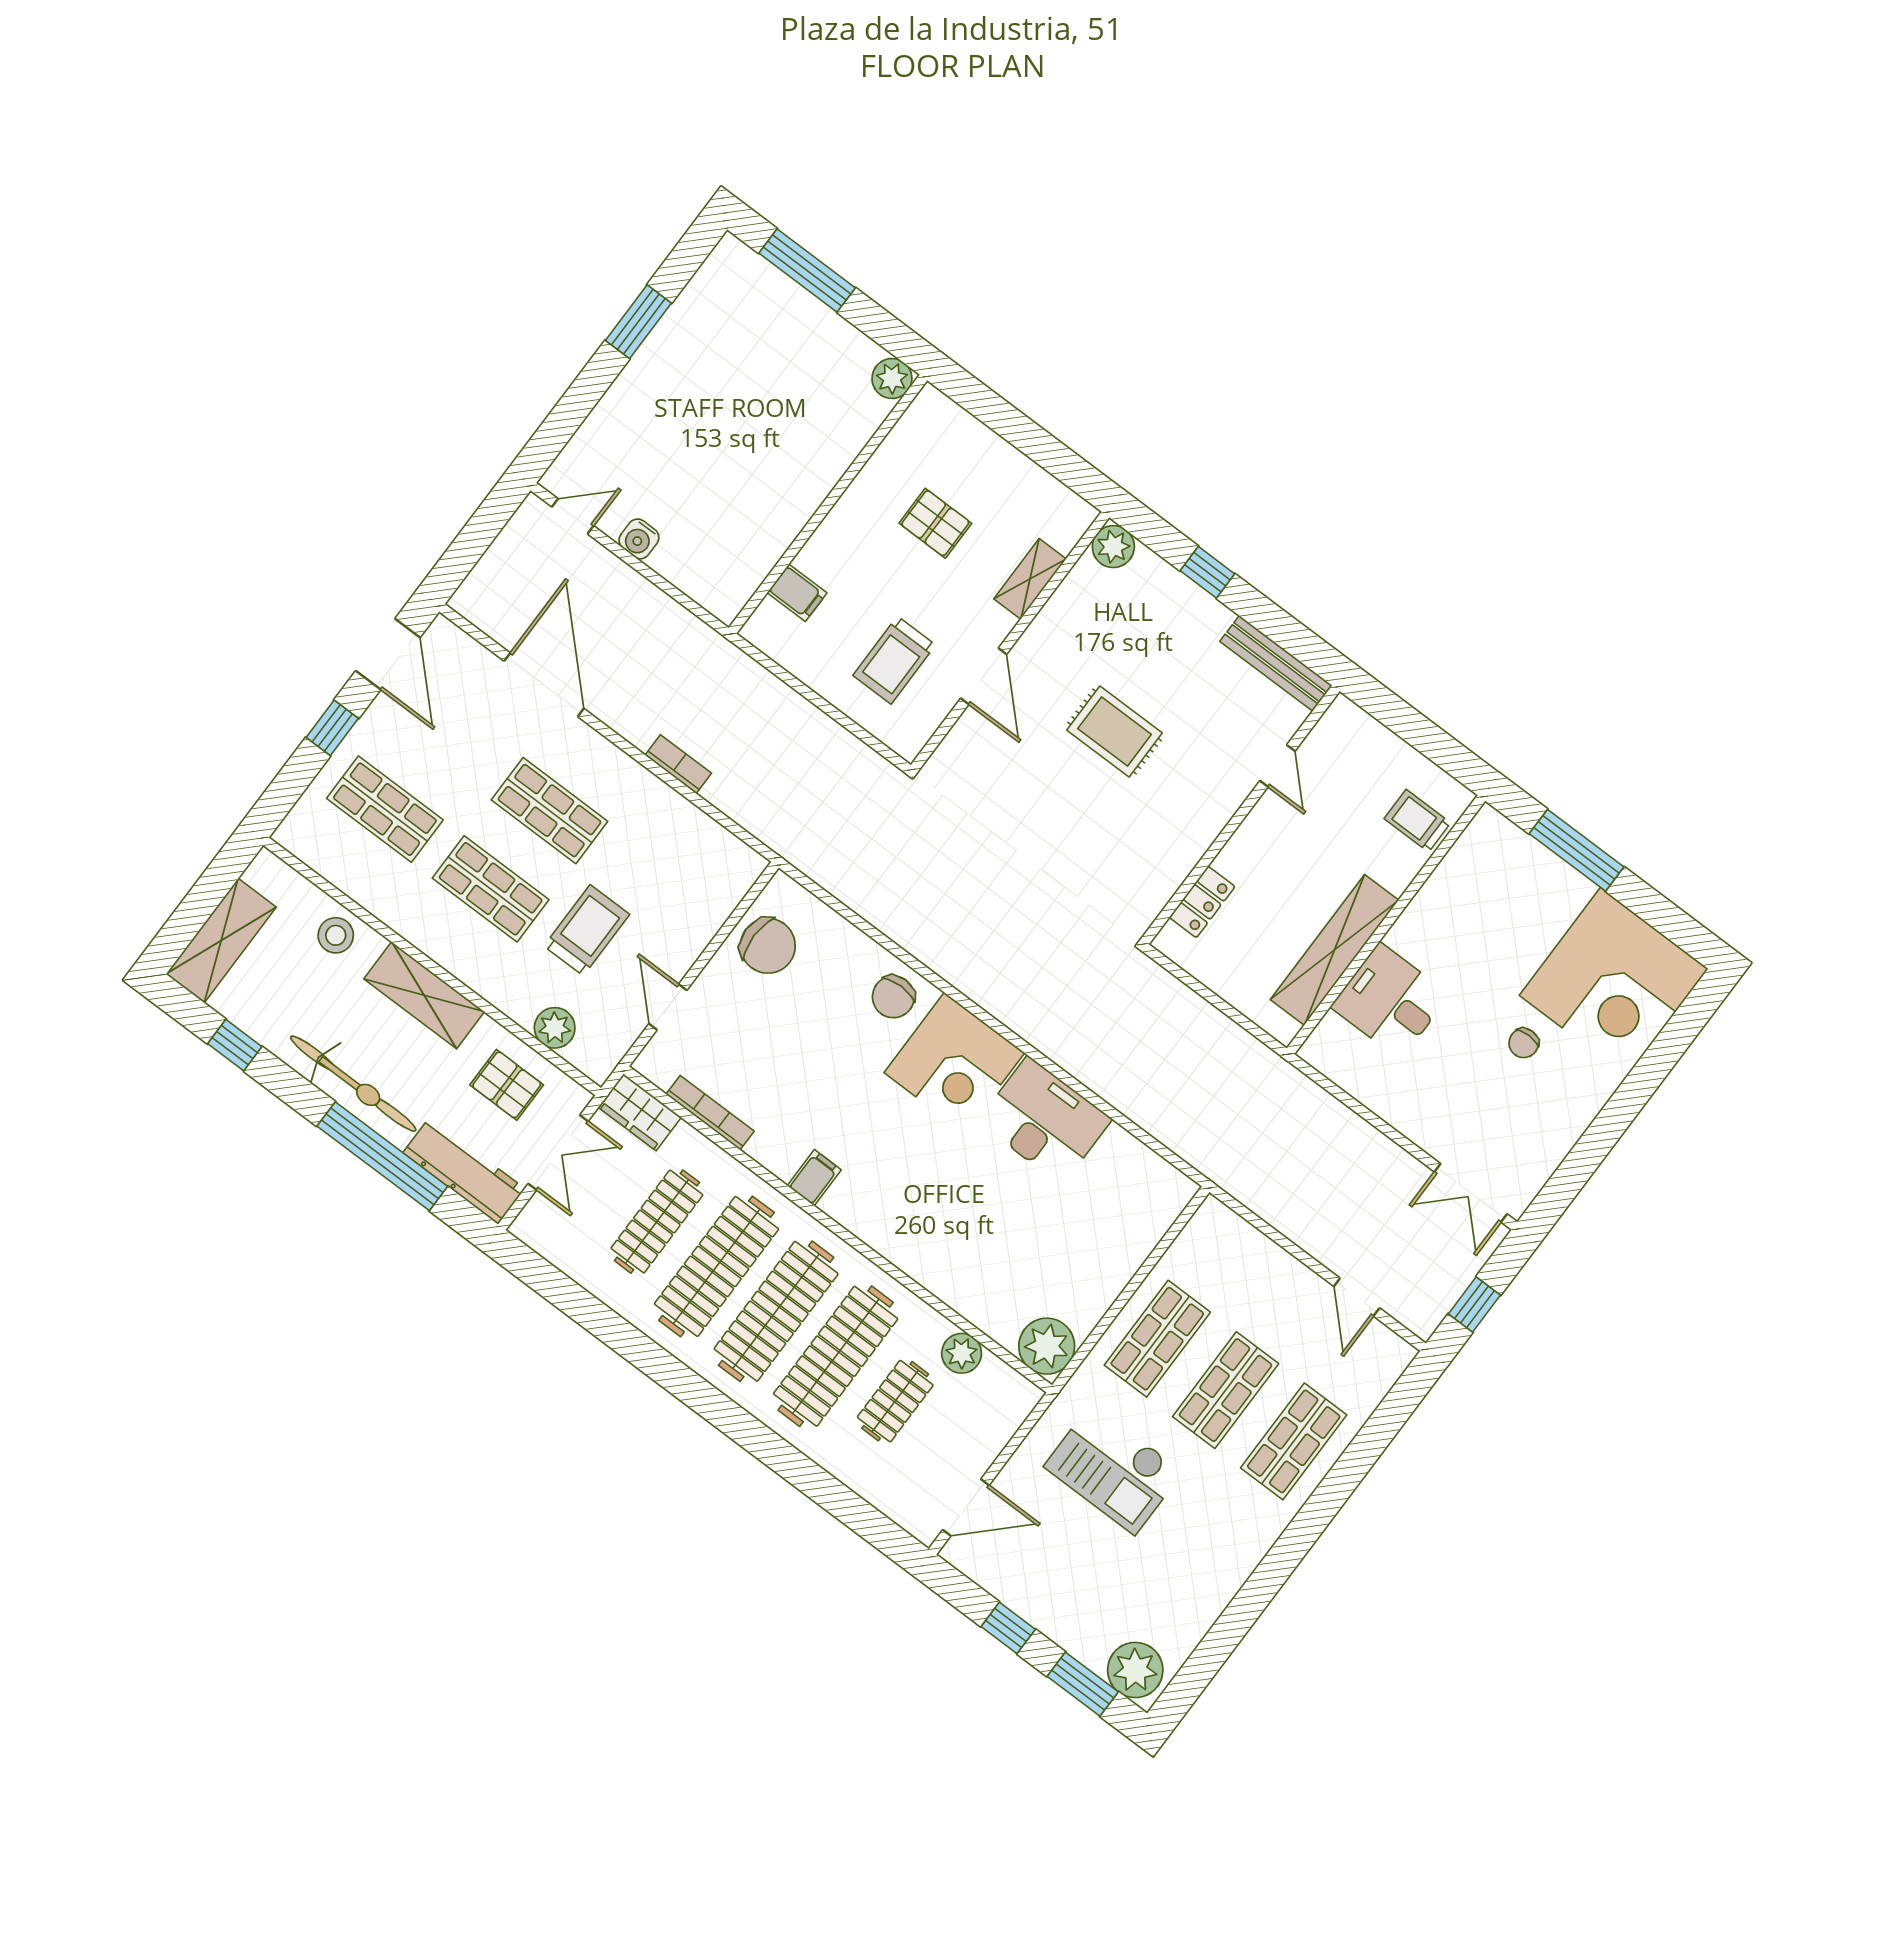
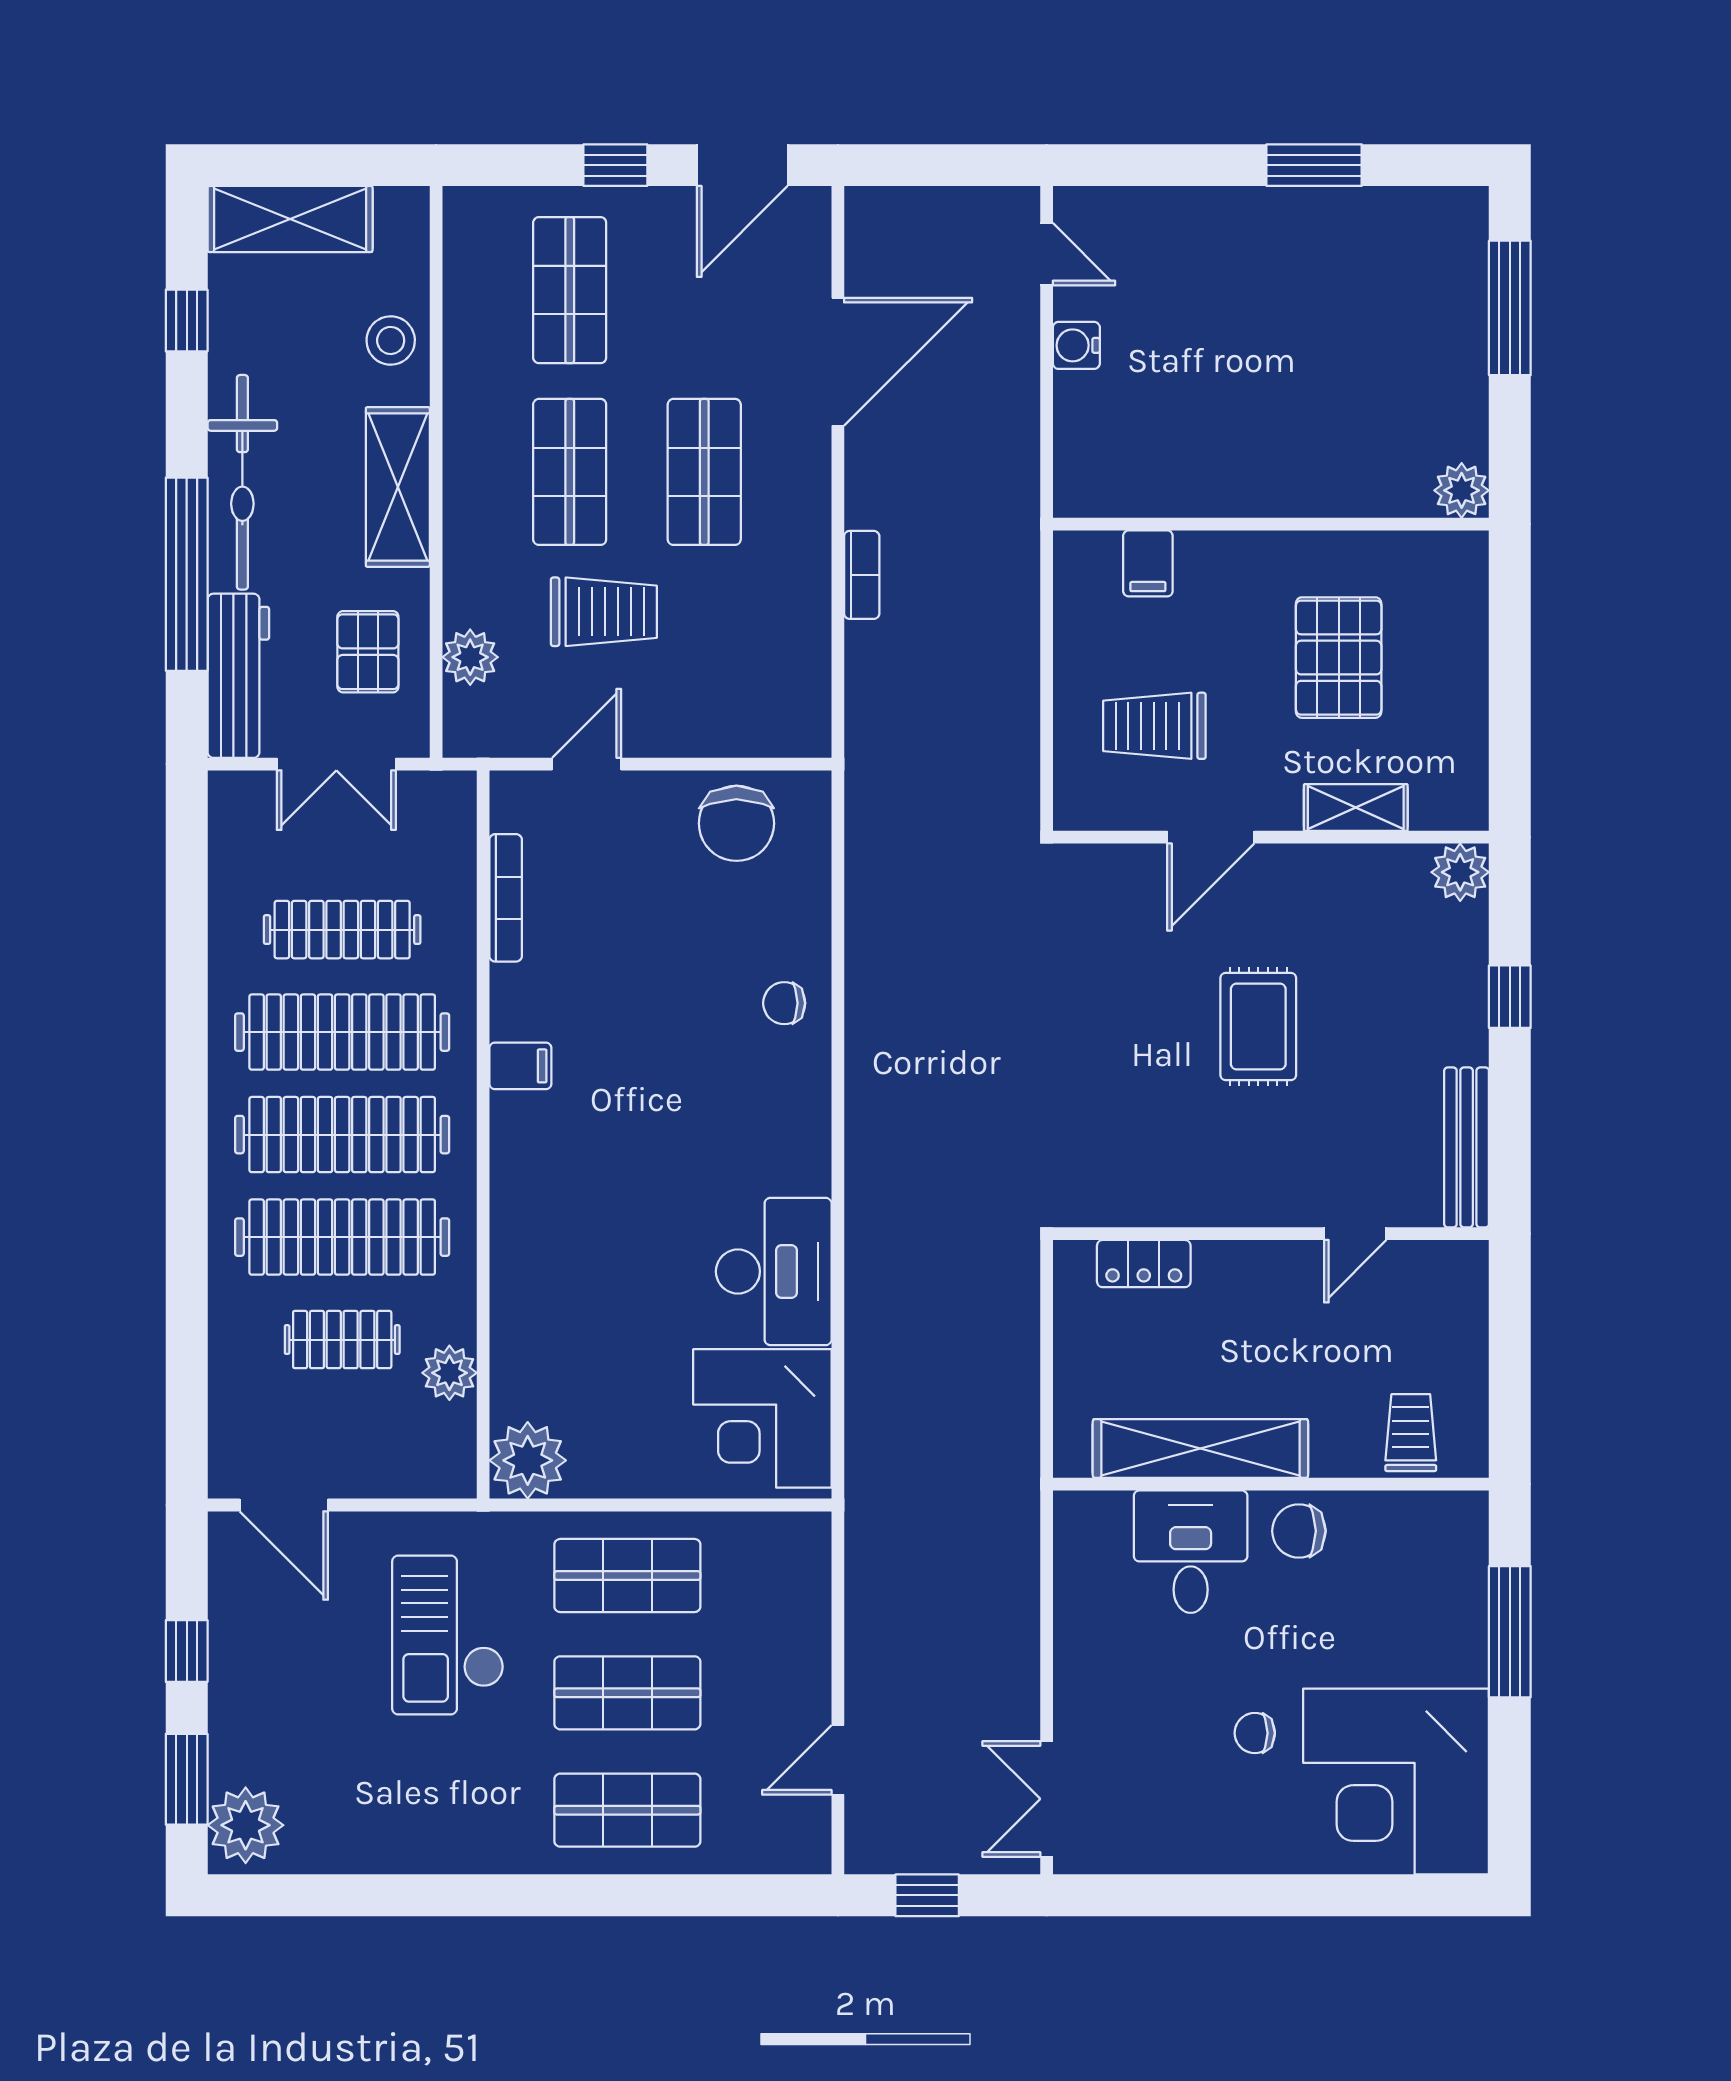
pallet: (935, 523) -> (1339, 658), width x1.50, depth x1.42
chair: (1426, 929) -> (1299, 1531), added
chair: (893, 997) -> (784, 1003), width x0.73, depth x0.73
corner desk: (954, 1063) -> (762, 1418), moved
wardrobe: (640, 1112) -> (448, 820), removed

